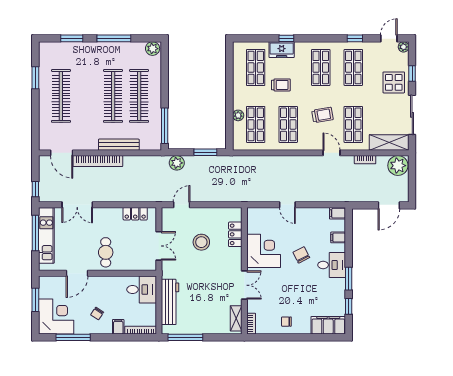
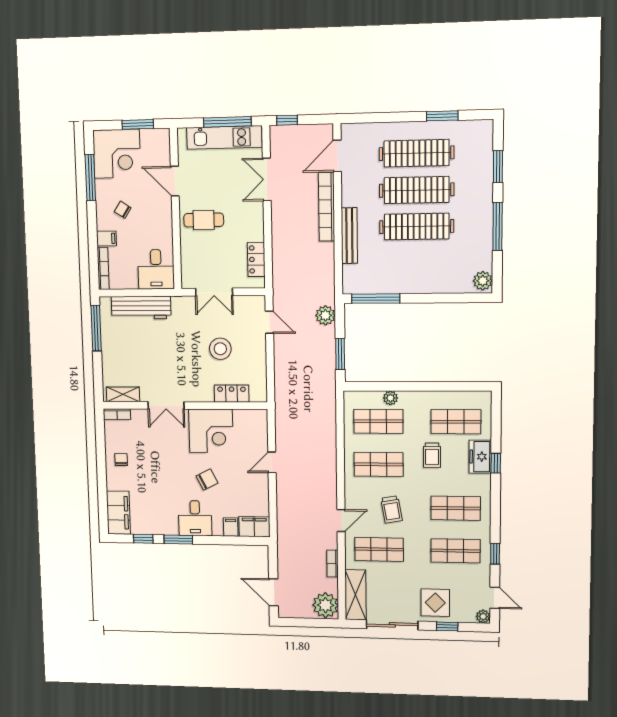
clothes rail: (139, 96) -> (417, 190), moved
filing cabinet: (337, 213) -> (254, 527), width x2.00

